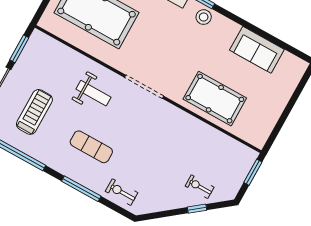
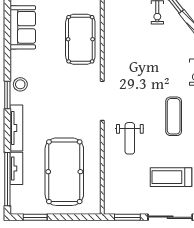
weight bench: (94, 93) -> (130, 138), turned 180

